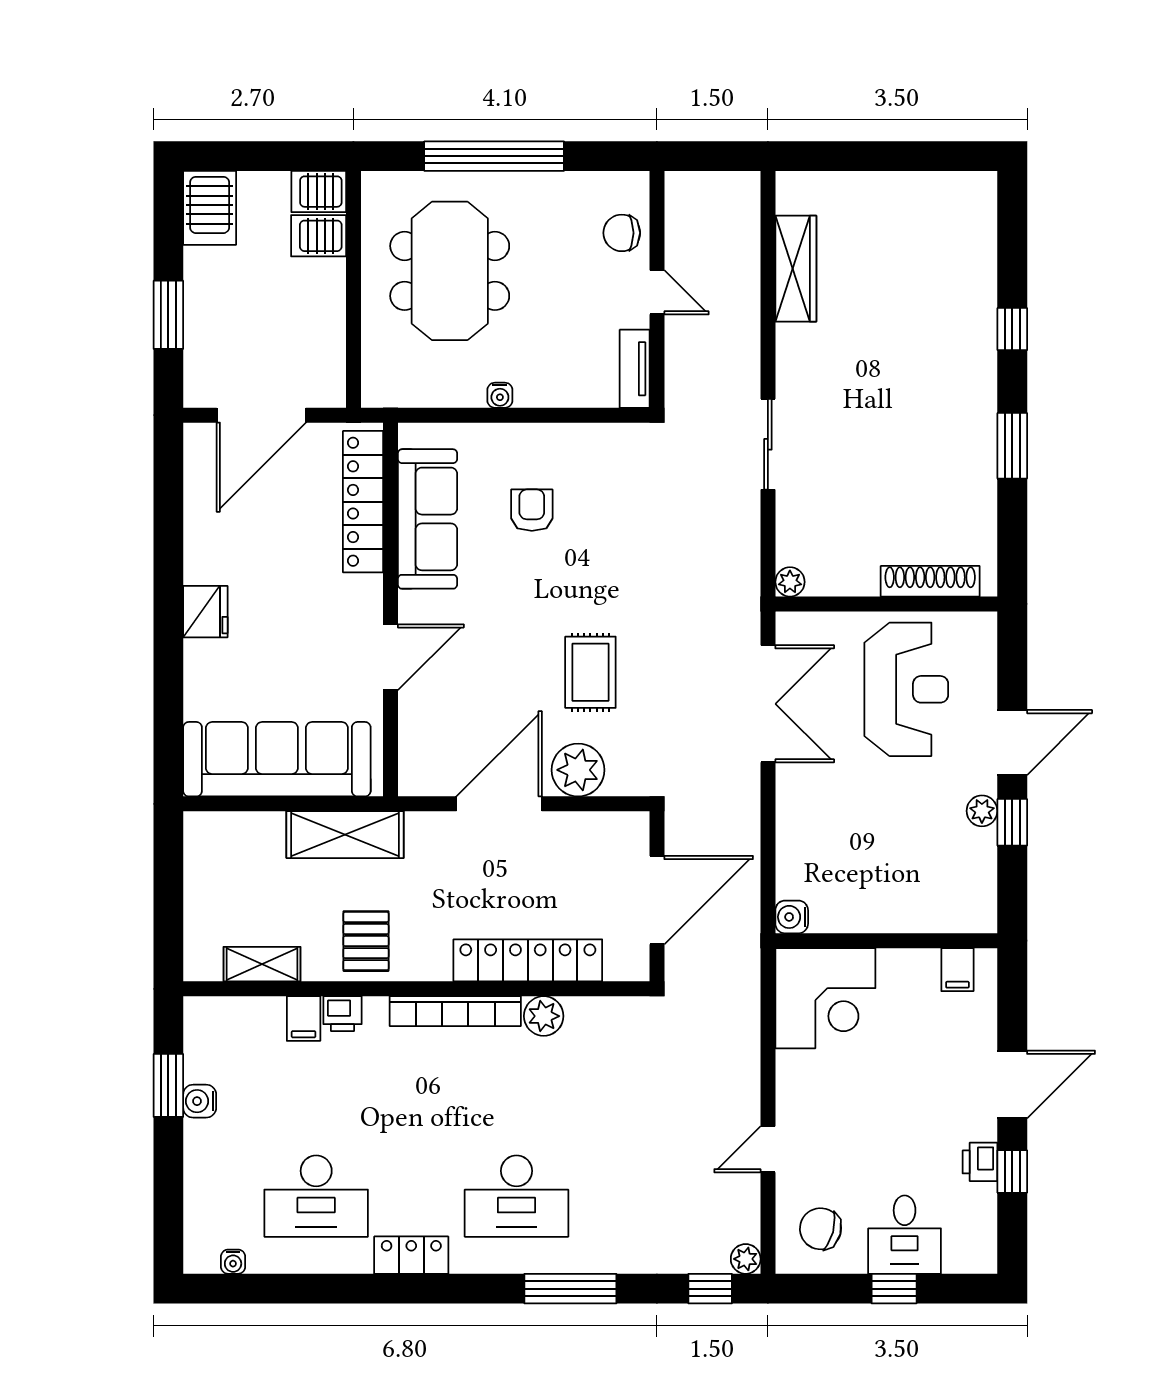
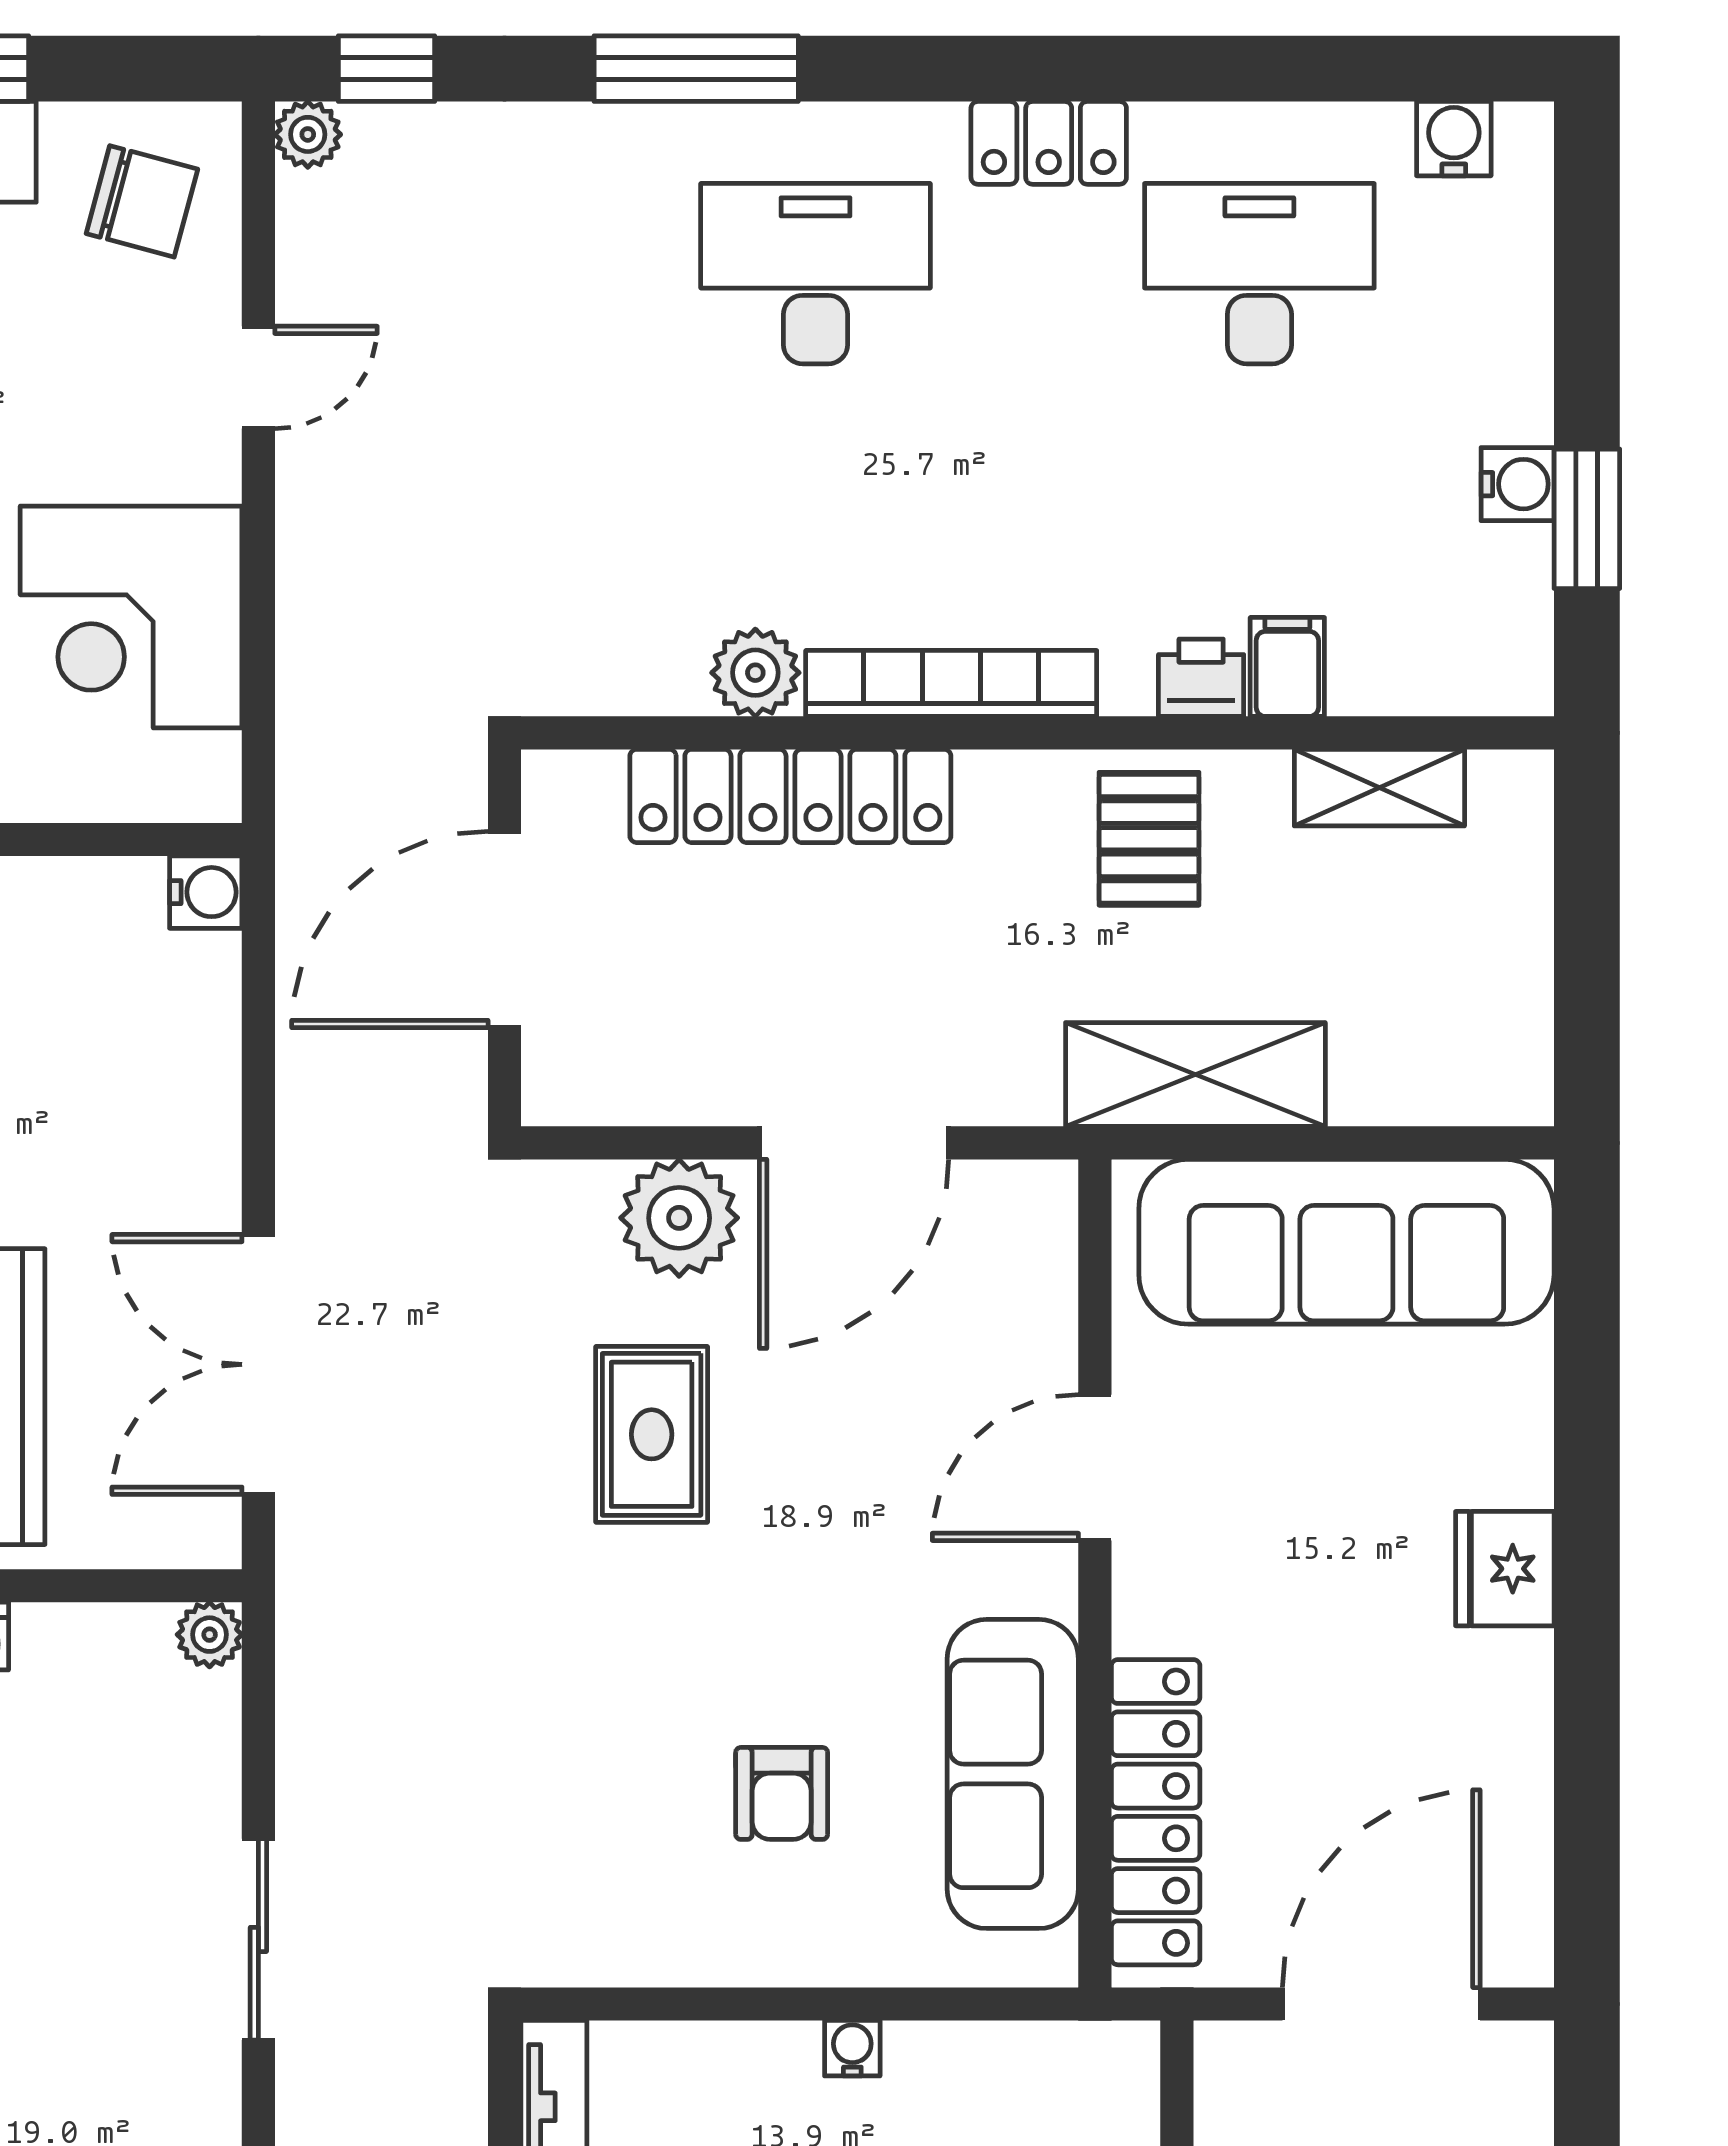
corner desk: (825, 998) -> (131, 617), moved, turned -90
water cooler: (233, 1262) -> (1454, 139), width x1.38, depth x1.38

